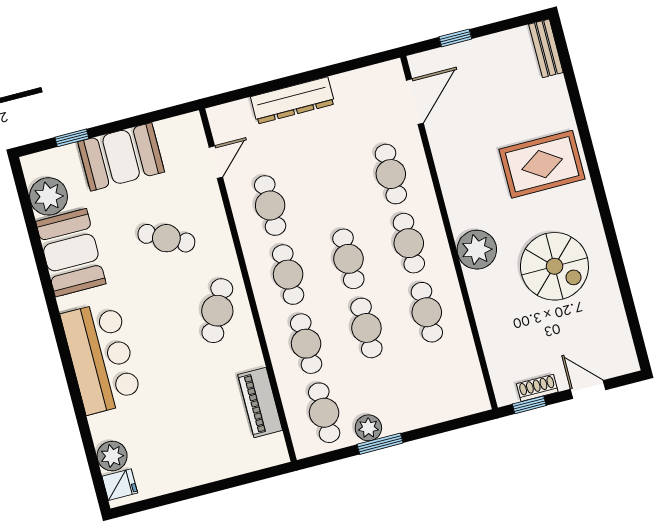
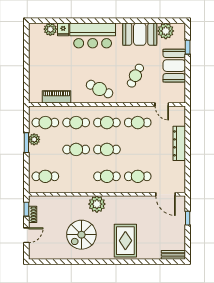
cafe table: (427, 312) -> (45, 176), moved
fridge: (120, 485) -> (63, 29), moved

